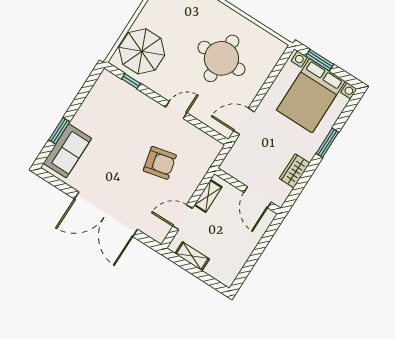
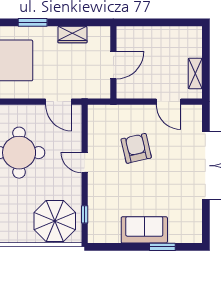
sofa: (67, 151) -> (144, 230), moved
shelving: (208, 196) -> (138, 92), removed
door: (258, 197) -> (113, 65), moved

